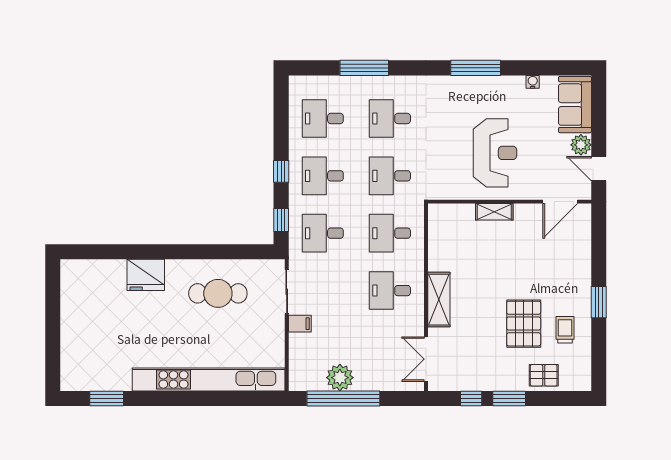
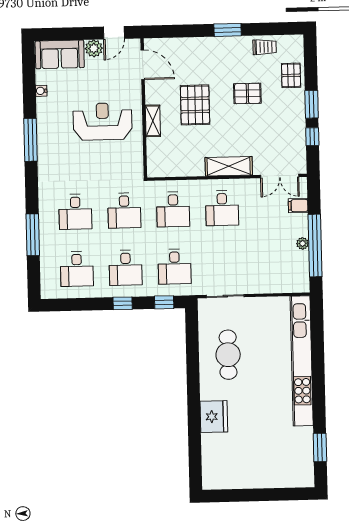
pallet: (512, 262) -> (195, 105), added
filing cabinet: (300, 324) -> (298, 206), moved, turned -90
pallet: (524, 324) -> (247, 93), width x0.67, depth x0.71
trolley: (565, 330) -> (265, 47), moved, turned 180
plant: (340, 378) -> (302, 243), width x0.53, depth x0.53

